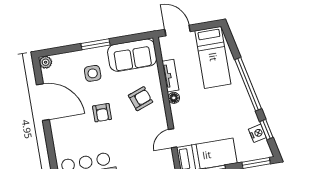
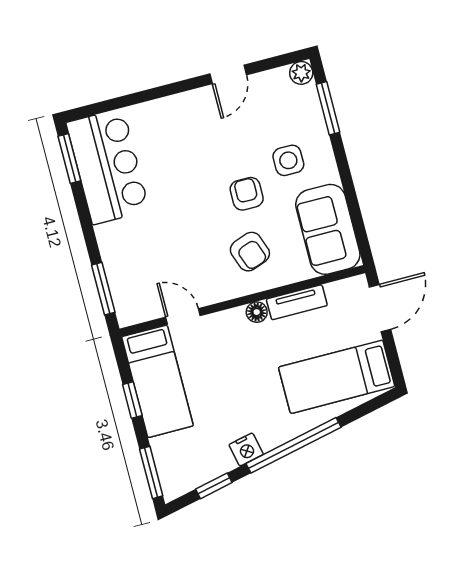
window: (96, 44) -> (328, 108), moved
door: (43, 102) -> (228, 74), width x0.53
armchair: (102, 113) -> (247, 194), moved, turned 90
nightstand: (257, 133) -> (246, 449), moved

